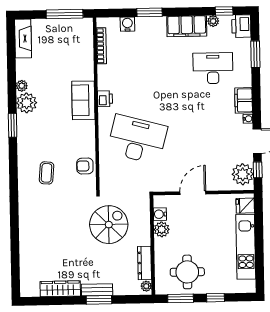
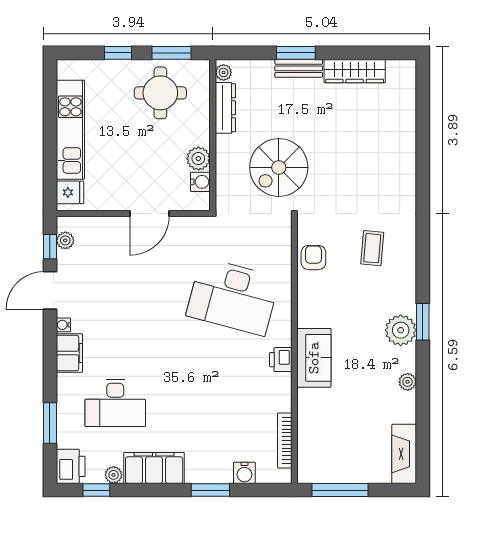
plant: (27, 103) -> (401, 330), moved
armchair: (85, 166) -> (313, 258), turned -90
plant: (243, 174) -> (65, 240), width x0.53, depth x0.53

